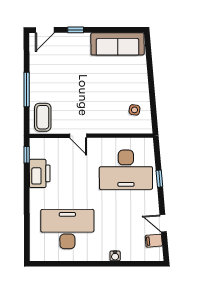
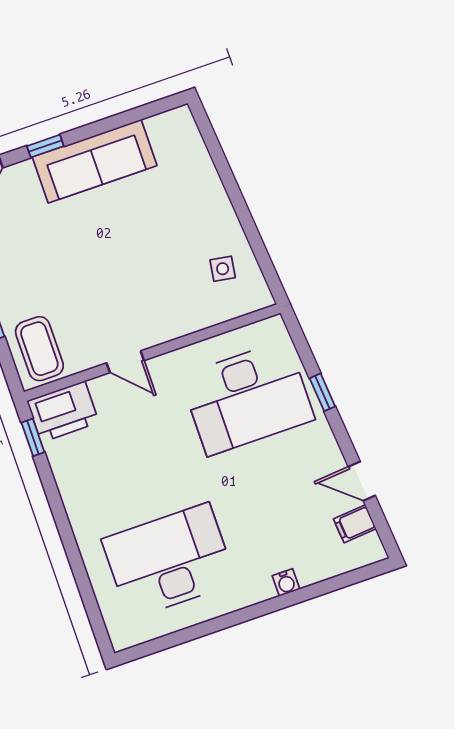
sofa: (118, 44) -> (95, 161), moved
printer: (40, 173) -> (63, 412), moved, turned 90

